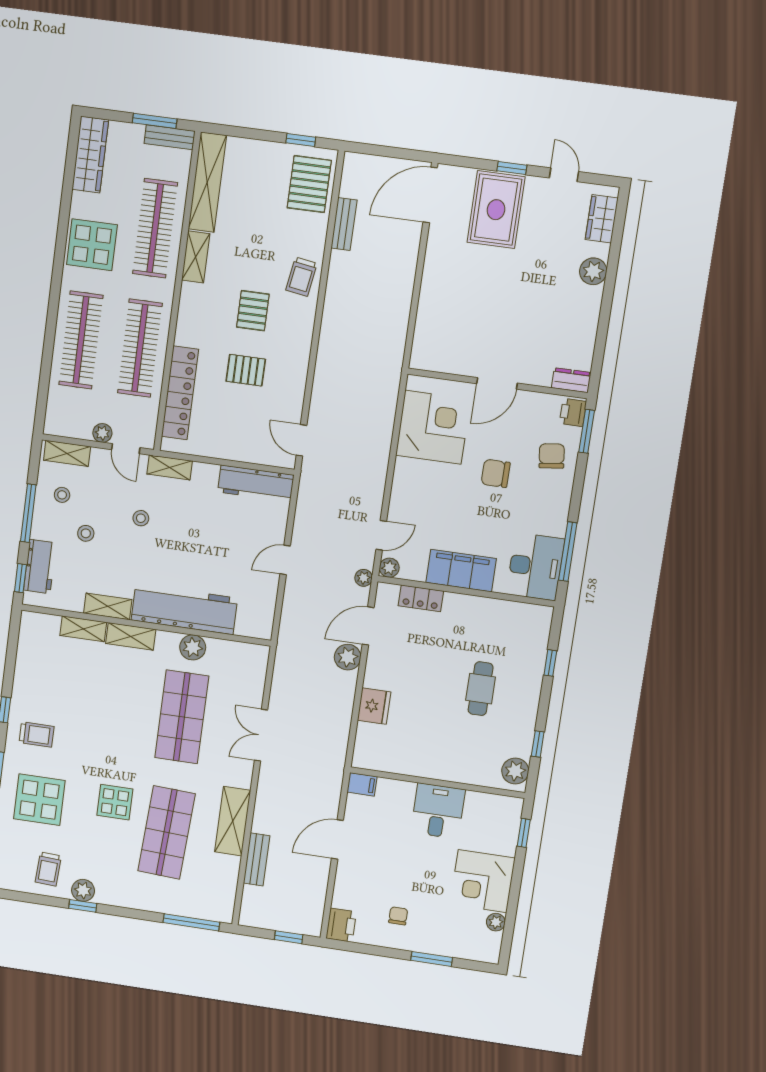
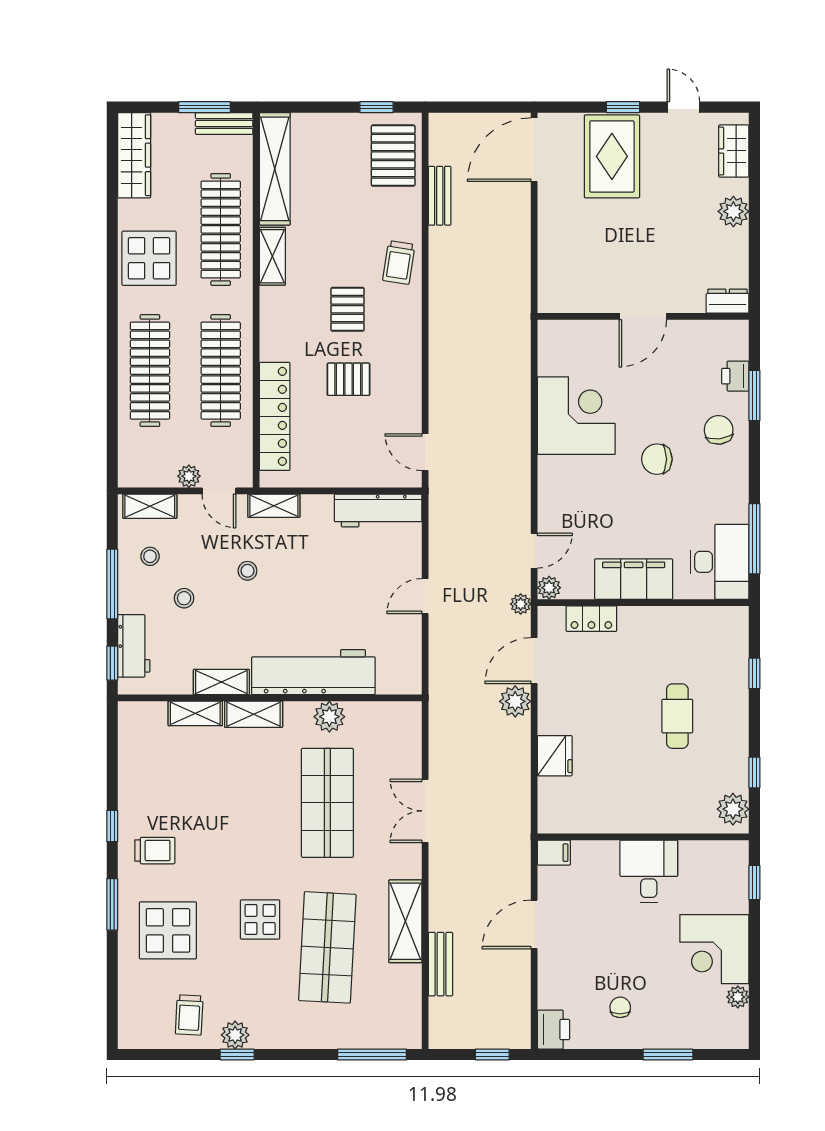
dresser: (571, 380) -> (728, 301), moved
door: (497, 383) -> (643, 316), moved
wall: (497, 383) -> (643, 316), moved

